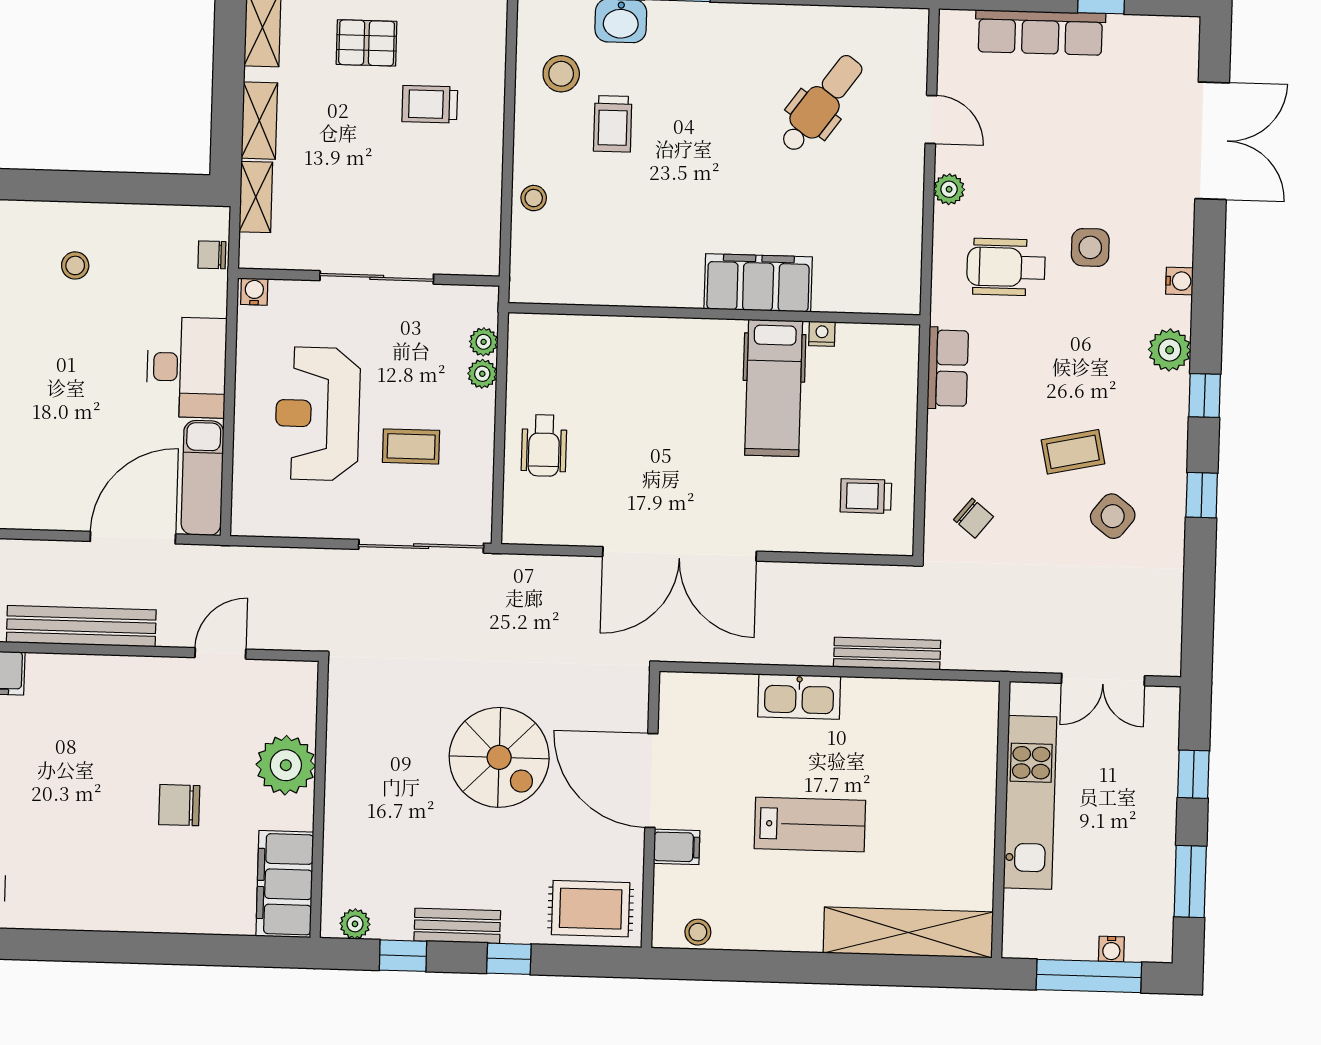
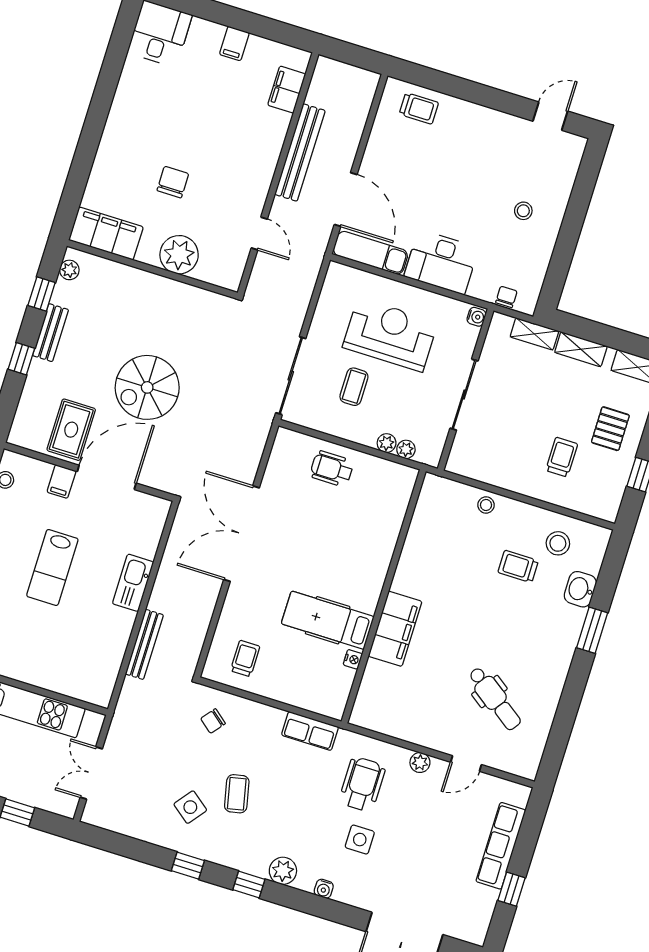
rug: (591, 909) -> (71, 430), moved

